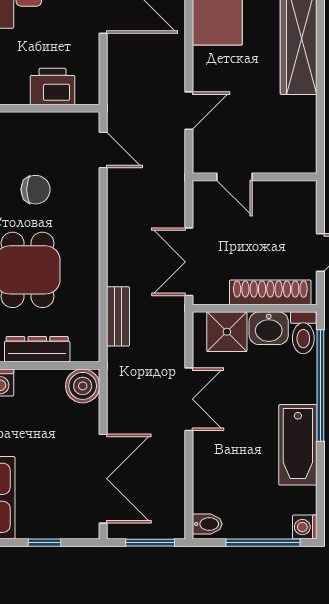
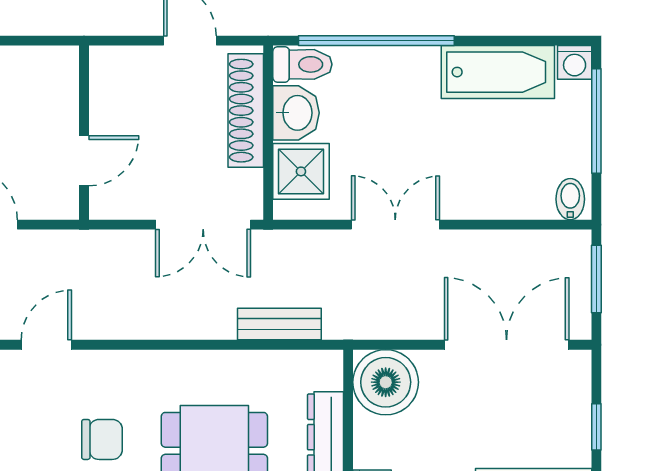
chair: (36, 190) -> (102, 439), turned 90
boiler: (83, 386) -> (386, 382), width x1.37, depth x1.37
bathtub: (298, 445) -> (498, 72), moved

